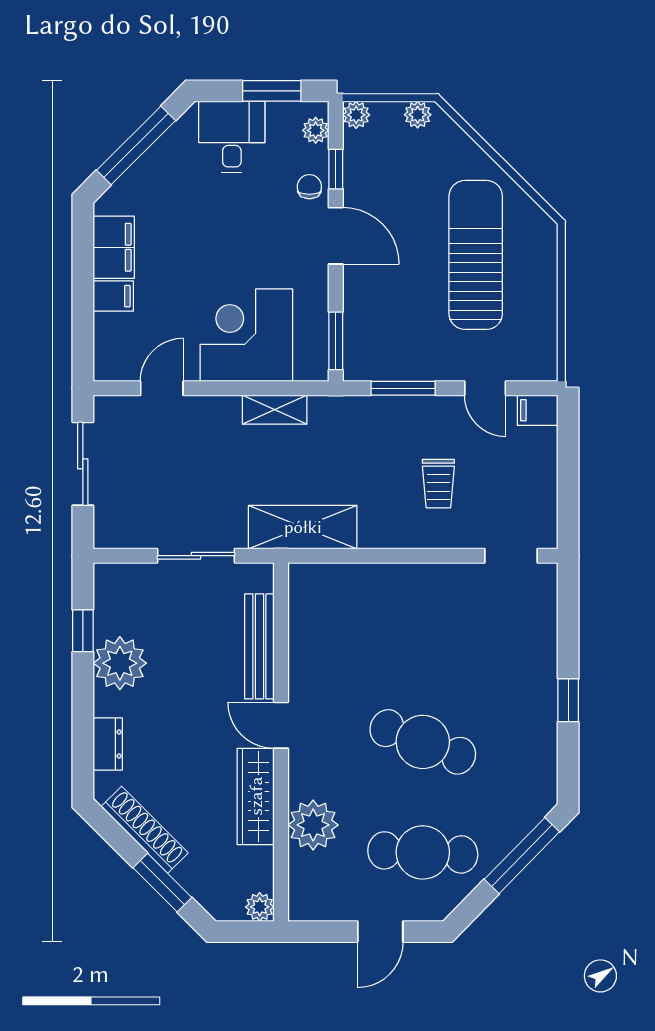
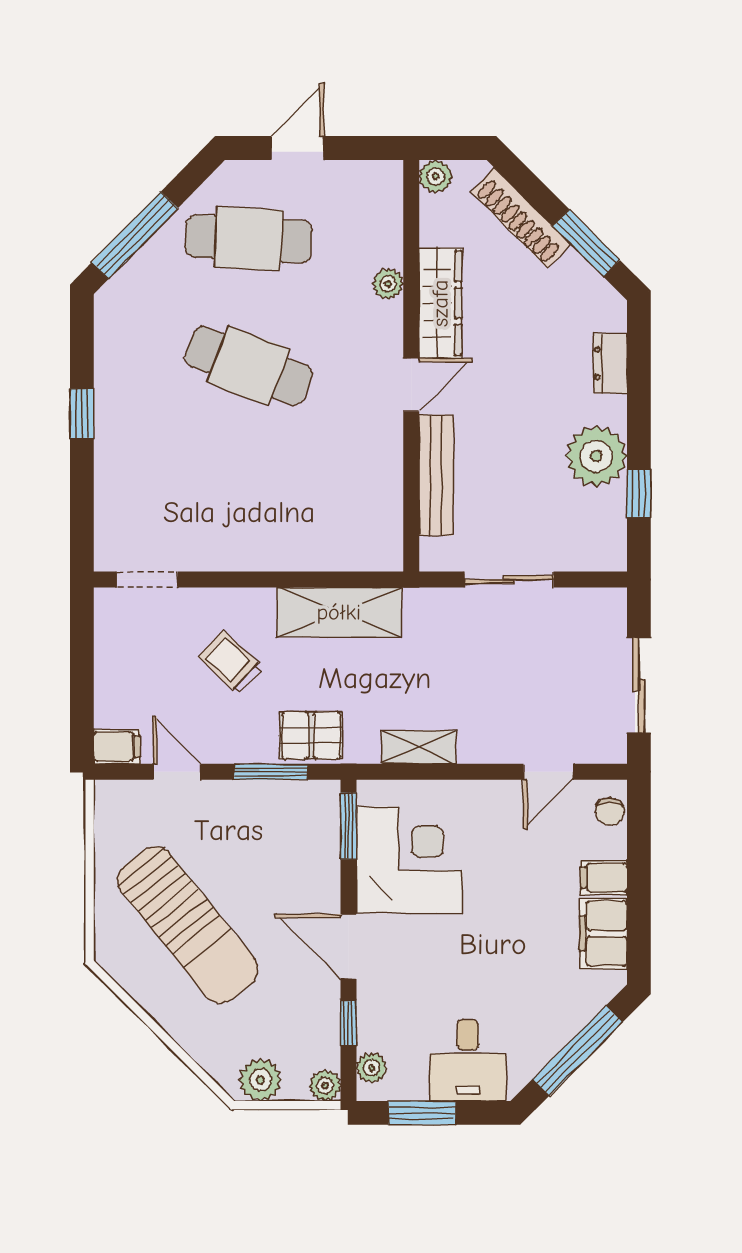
plant: (418, 115) -> (260, 1080), width x1.38, depth x1.38
chair: (309, 187) -> (610, 812), moved
sun lounger: (476, 255) -> (188, 925), turned -39
corner desk: (246, 335) -> (409, 860), moved, turned -90
pallet: (368, 420) -> (311, 735), added
trolley: (438, 484) -> (231, 662), turned -47
shelving: (303, 527) -> (339, 612), moved
door: (281, 725) -> (411, 385), hinge flipped
plant: (313, 825) -> (388, 284), width x0.53, depth x0.53
shoe rack: (145, 830) -> (521, 218), moved
window: (162, 883) -> (586, 243), moved

